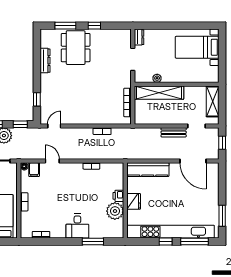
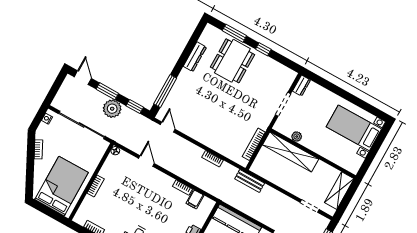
window: (37, 99) -> (165, 91), width x2.17
door: (54, 126) -> (168, 127), hinge flipped
bench: (174, 132) -> (250, 181), moved
filing cabinet: (34, 170) -> (195, 199), moved

